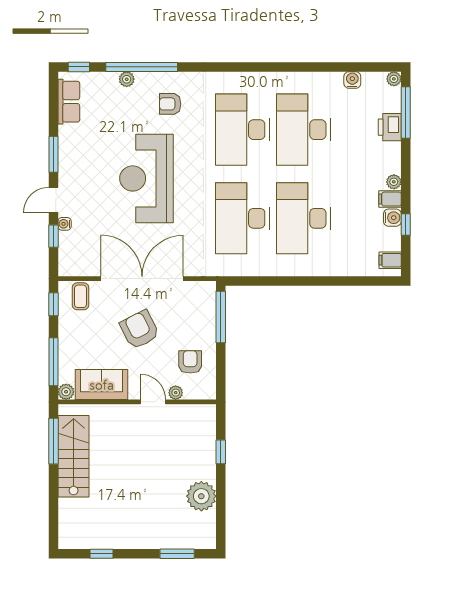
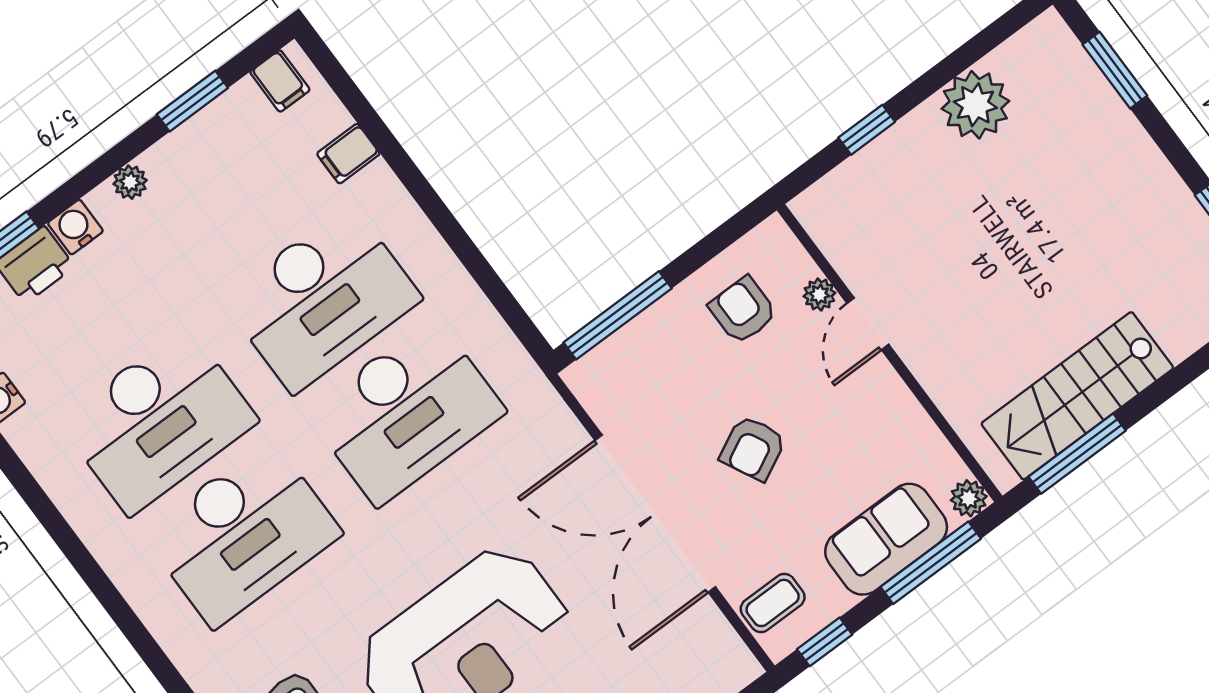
filing cabinet: (390, 199) -> (348, 154), moved, turned 90
water cooler: (392, 218) -> (75, 227), moved
window: (406, 225) -> (192, 101), width x1.50
armchair: (140, 330) -> (753, 448), width x0.72, depth x0.72
armchair: (190, 362) -> (743, 310), turned 90
sofa: (102, 385) -> (886, 539), moved, turned 90

